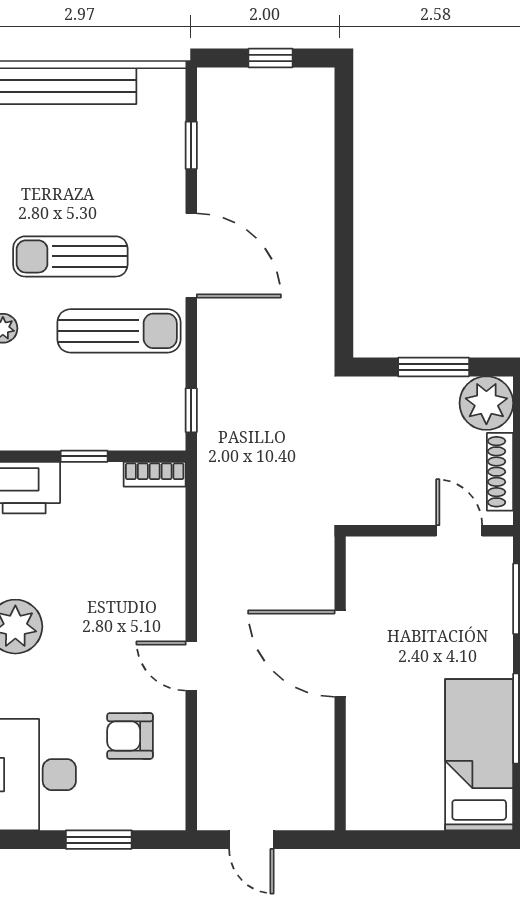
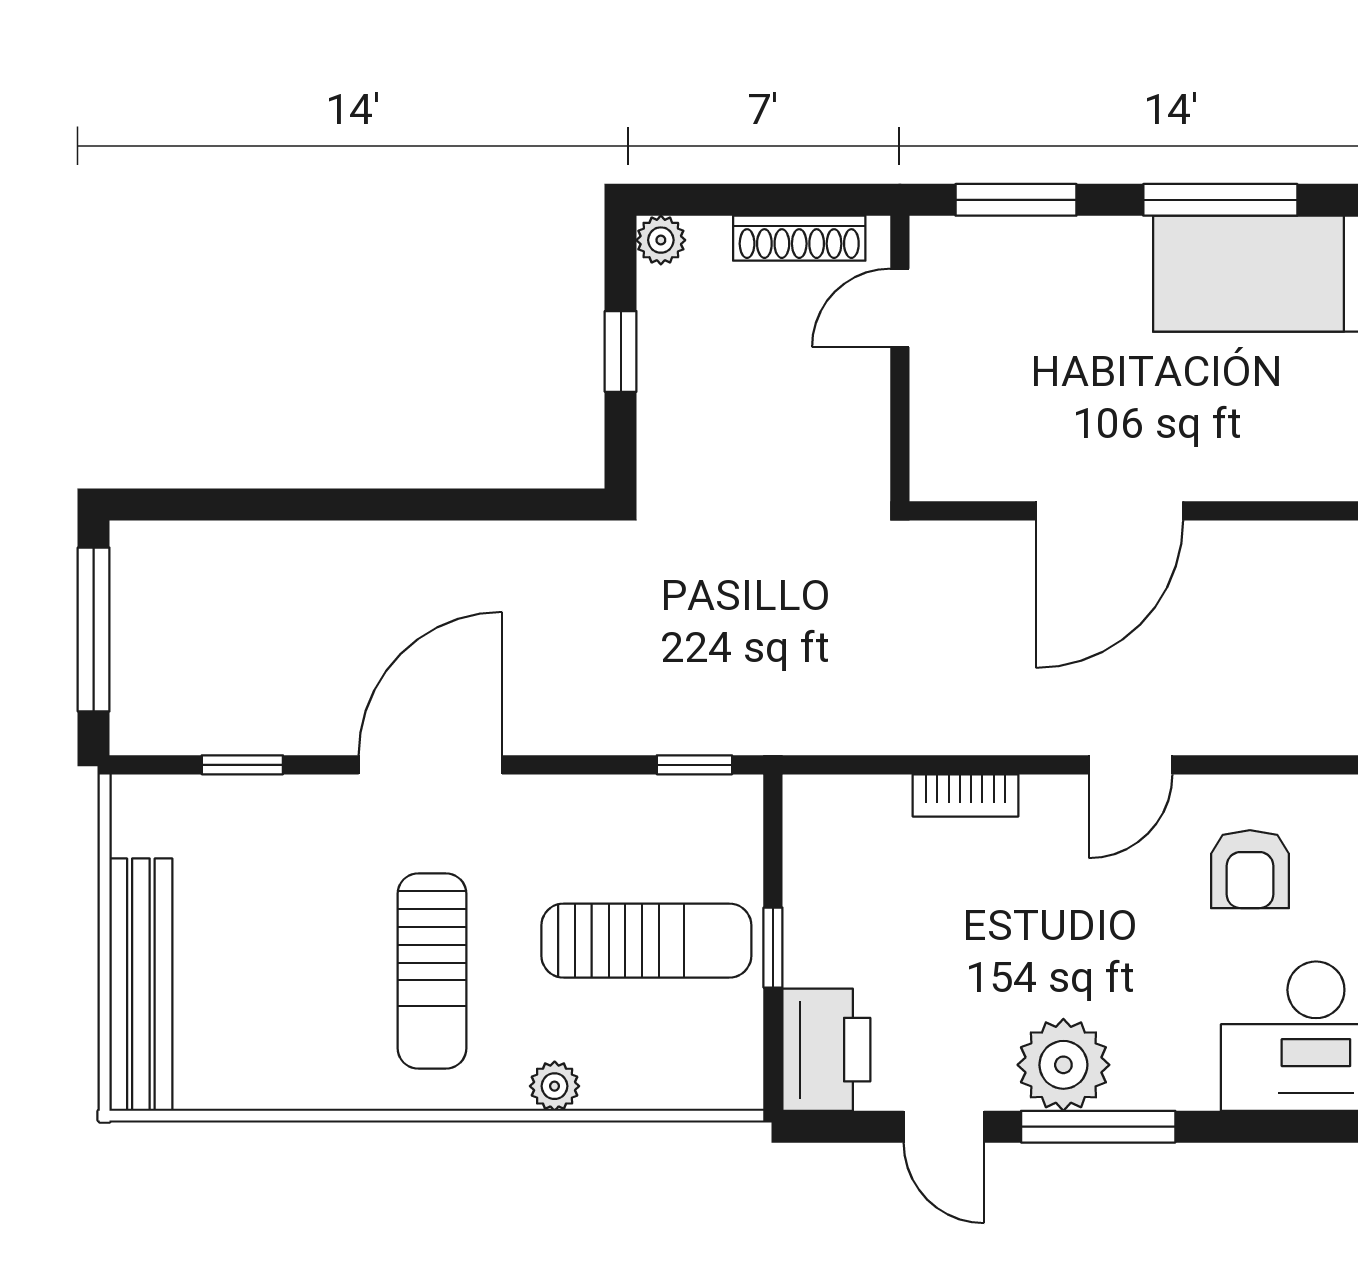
window: (271, 58) -> (94, 629), width x2.17
sun lounger: (119, 331) -> (646, 941), moved, turned 90
window: (434, 367) -> (621, 351), width x0.67
plant: (486, 403) -> (661, 240), width x0.53, depth x0.53
bookcase: (155, 474) -> (965, 795), moved, turned 90

